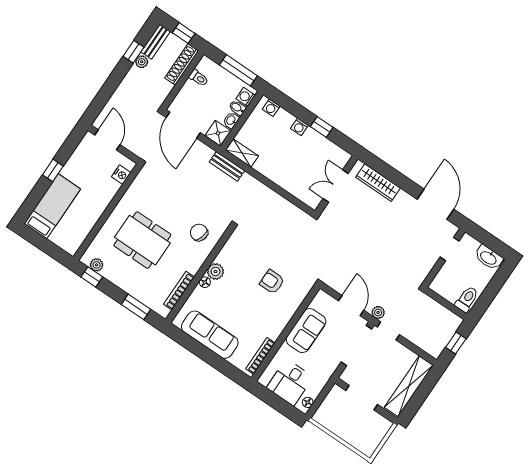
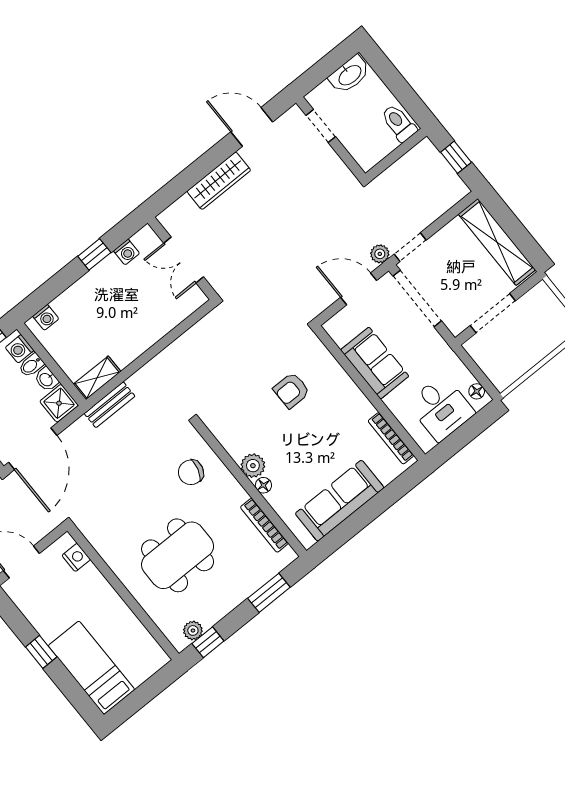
door: (183, 125) -> (33, 449), hinge flipped
washing machine: (299, 127) -> (126, 252), moved
wardrobe: (378, 183) -> (219, 181), moved
door: (436, 204) -> (252, 127), width x0.73

